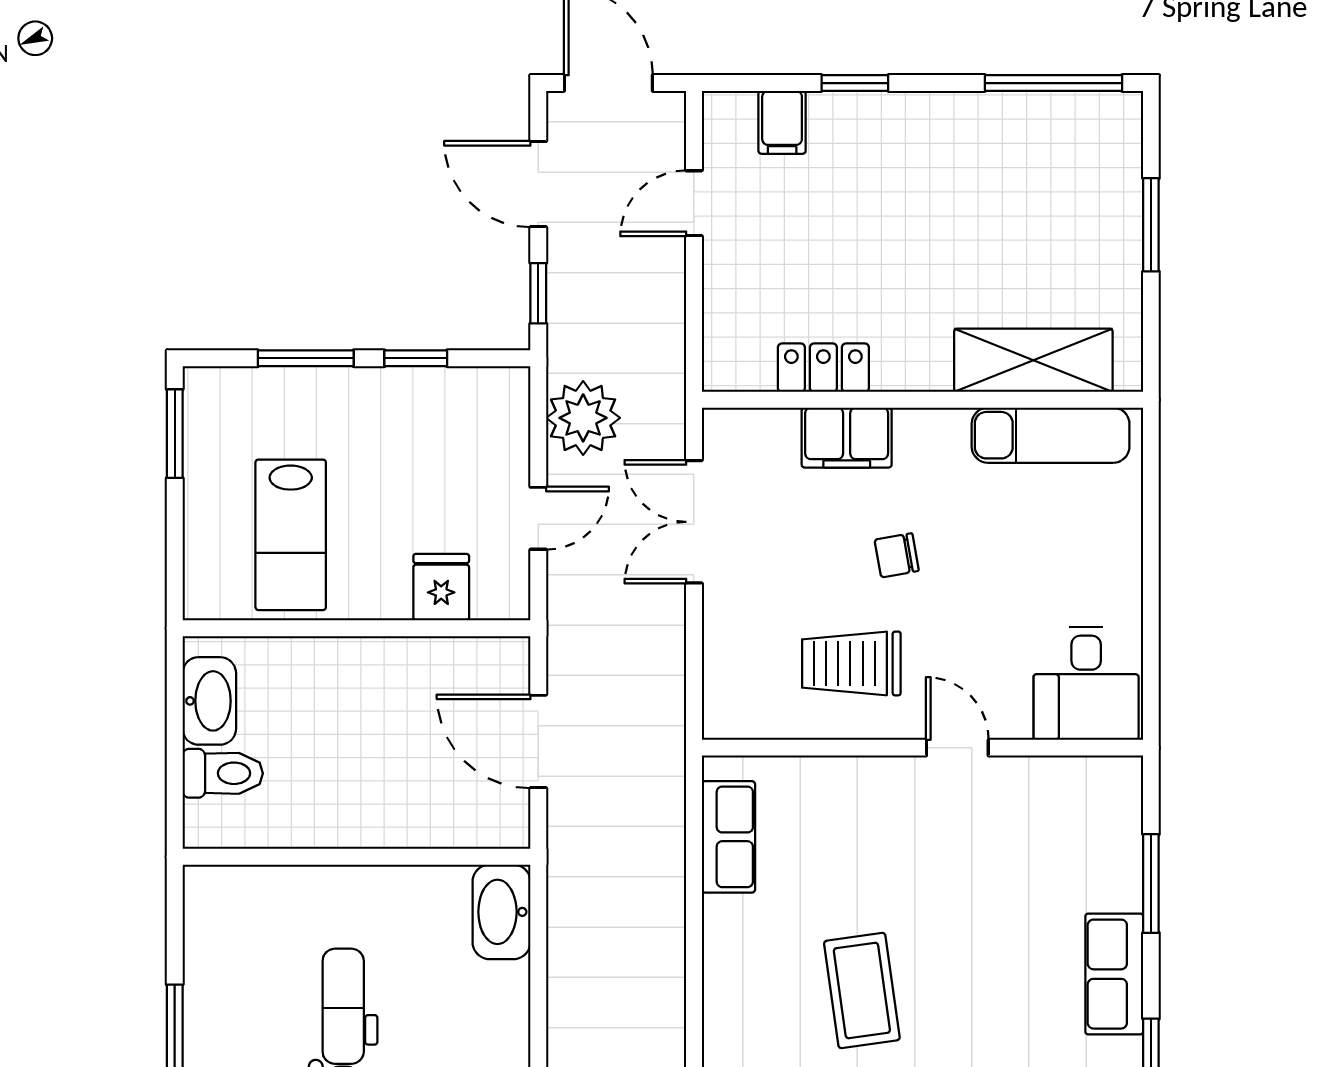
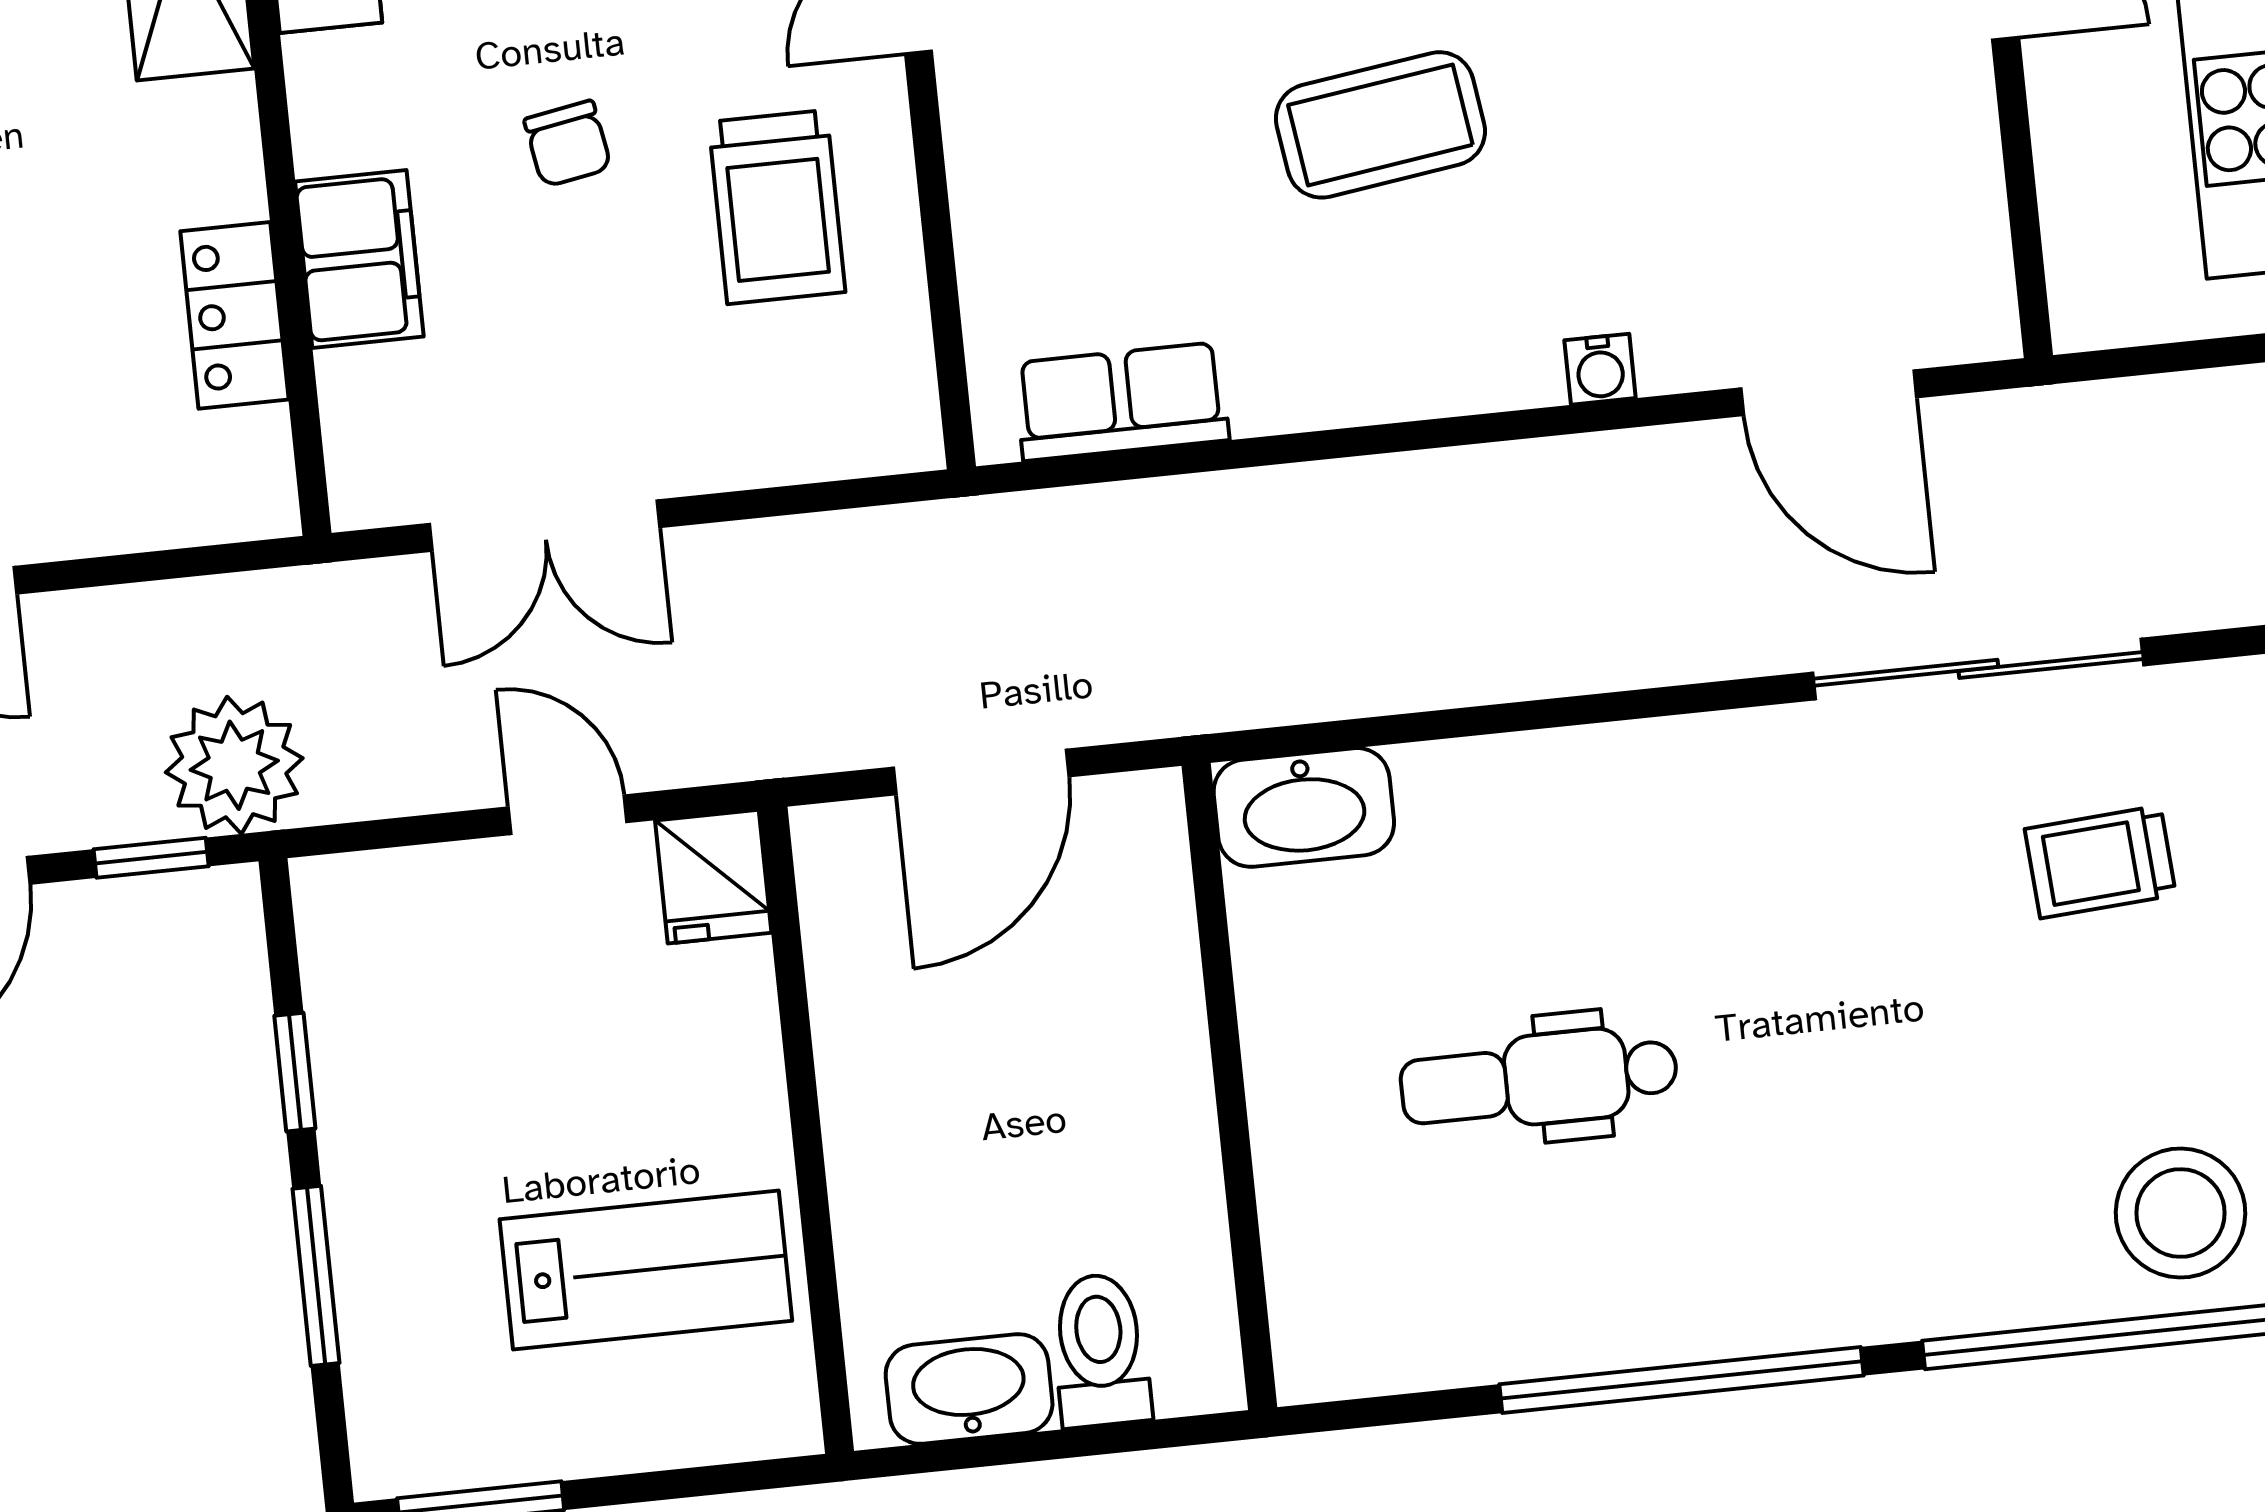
plant: (583, 418) -> (234, 765), moved
fridge: (441, 587) -> (713, 877), moved, turned -90

